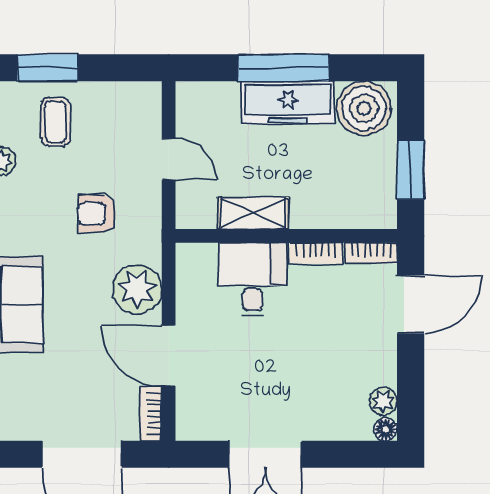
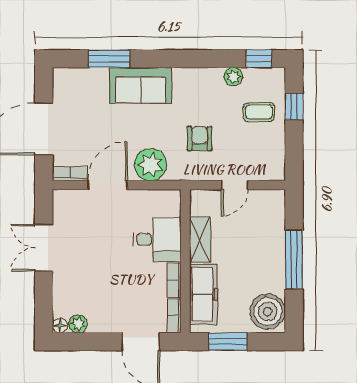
window: (48, 68) -> (294, 107), width x0.67
freezer: (288, 103) -> (203, 294), moved, turned 180

